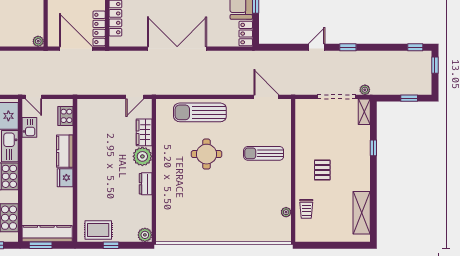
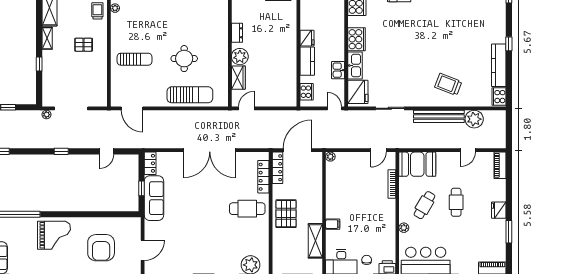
door: (317, 47) -> (107, 151), moved
door: (76, 49) -> (298, 150), swing flipped
shelving: (364, 112) -> (47, 38), moved
kitchen sink: (29, 127) -> (338, 70), moved
pallet: (322, 170) -> (84, 45), turned 90

